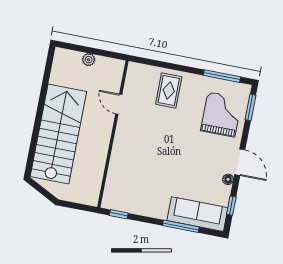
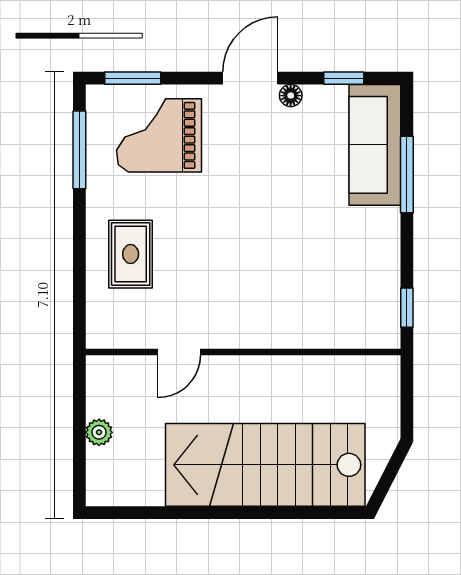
rug: (169, 90) -> (131, 254), turned 90

